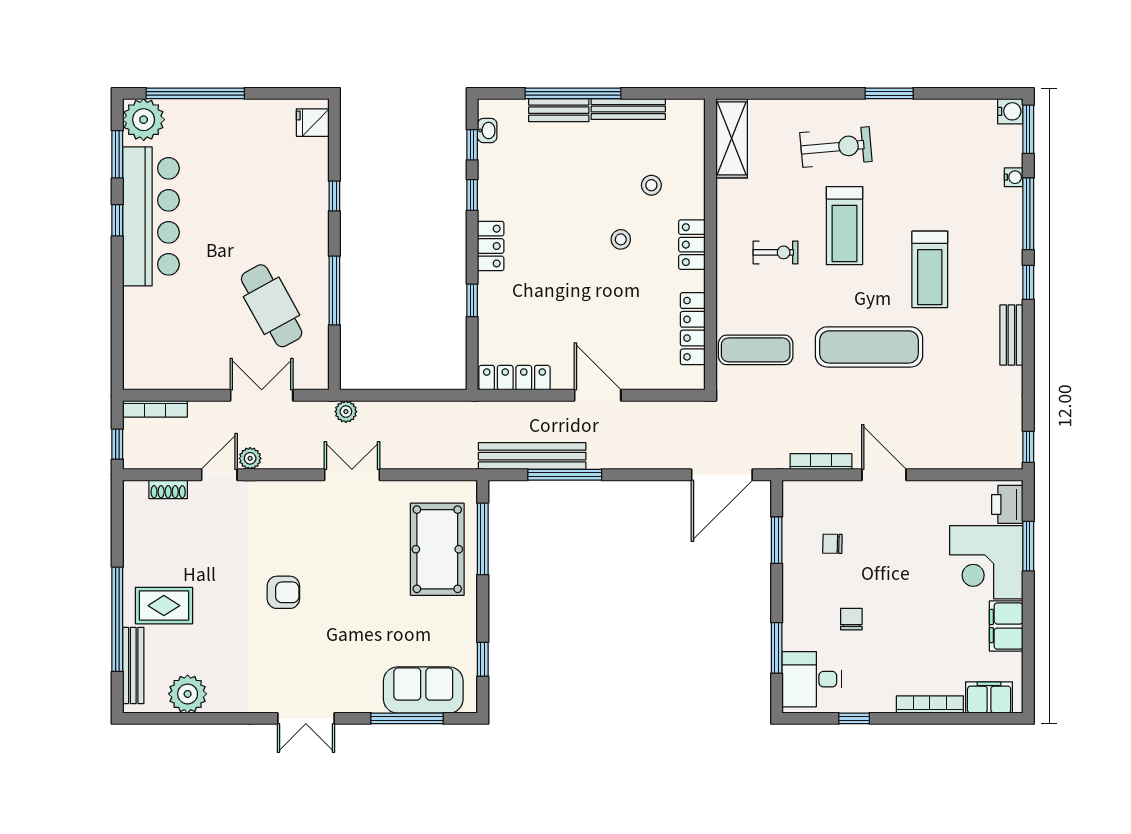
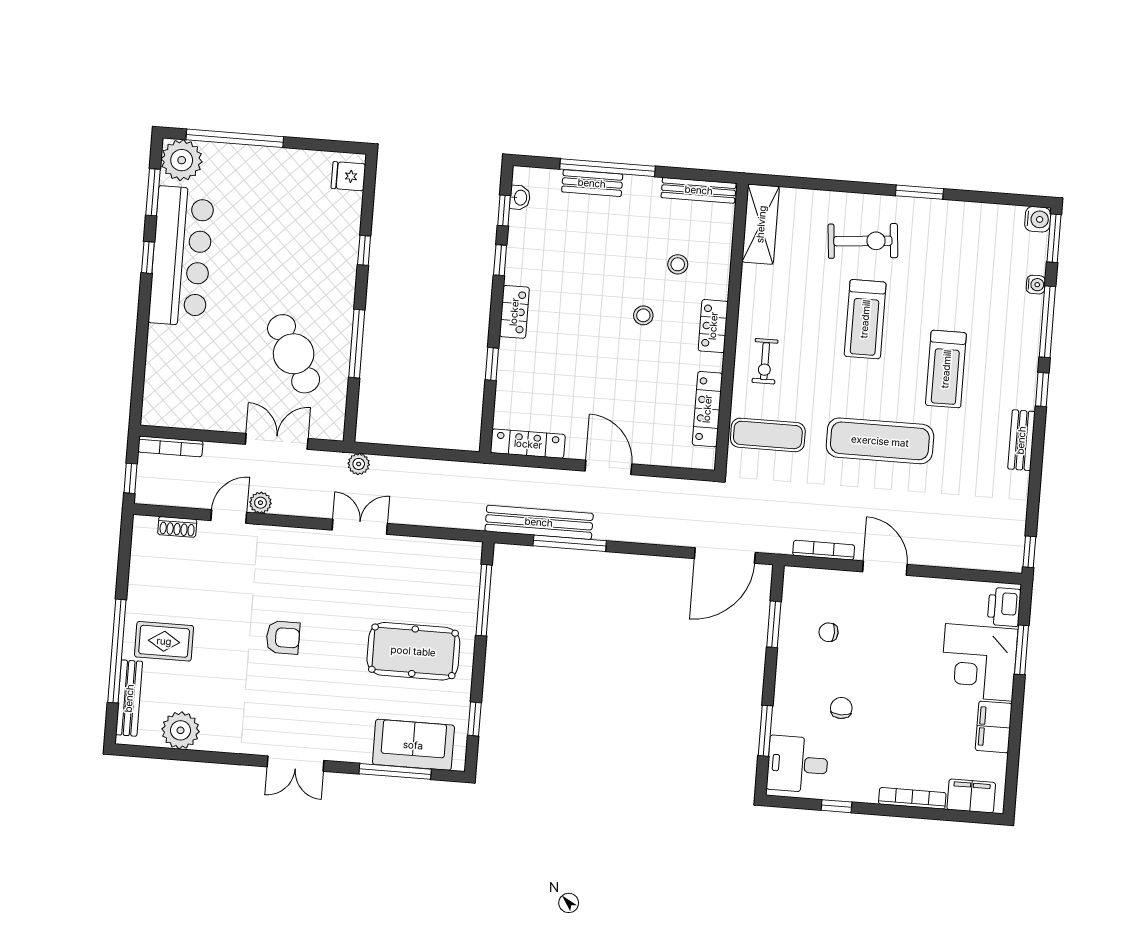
bench: (628, 109) -> (699, 190), moved
exercise bike: (776, 252) -> (765, 361), moved, turned 90
pool table: (437, 549) -> (413, 651), moved, turned 90

